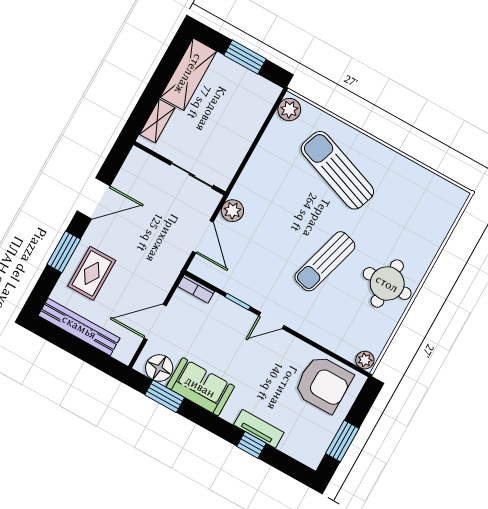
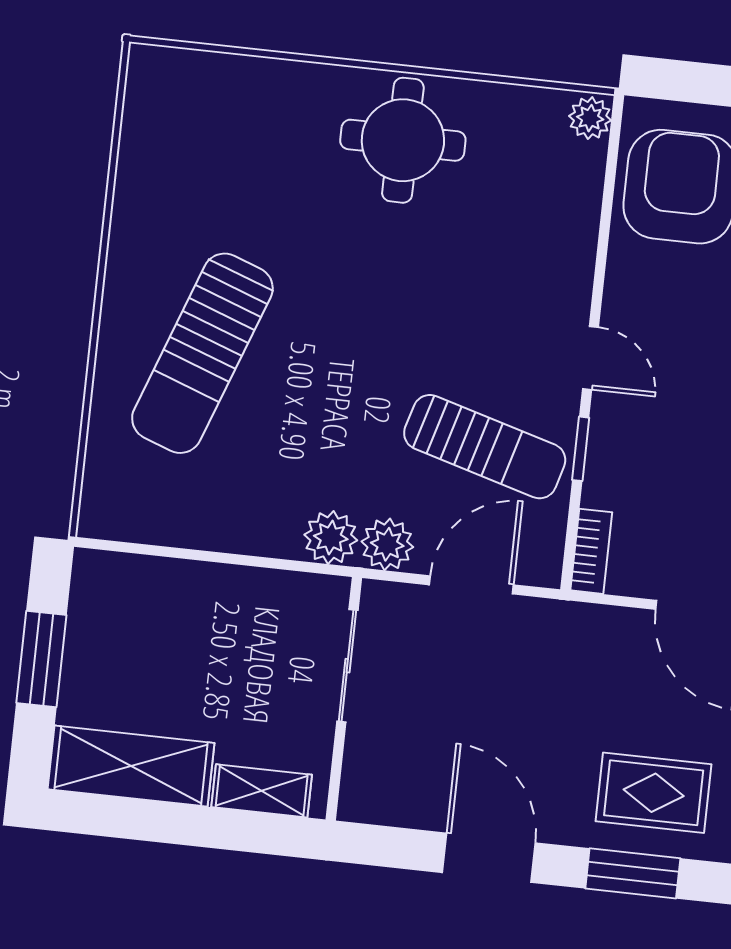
plant: (289, 110) -> (331, 538), moved
sun lounger: (325, 261) -> (485, 447), moved

